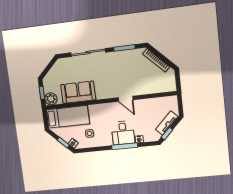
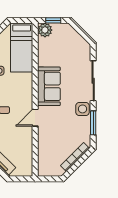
side table: (113, 59) -> (83, 109), added
sofa: (78, 92) -> (49, 86), moved

